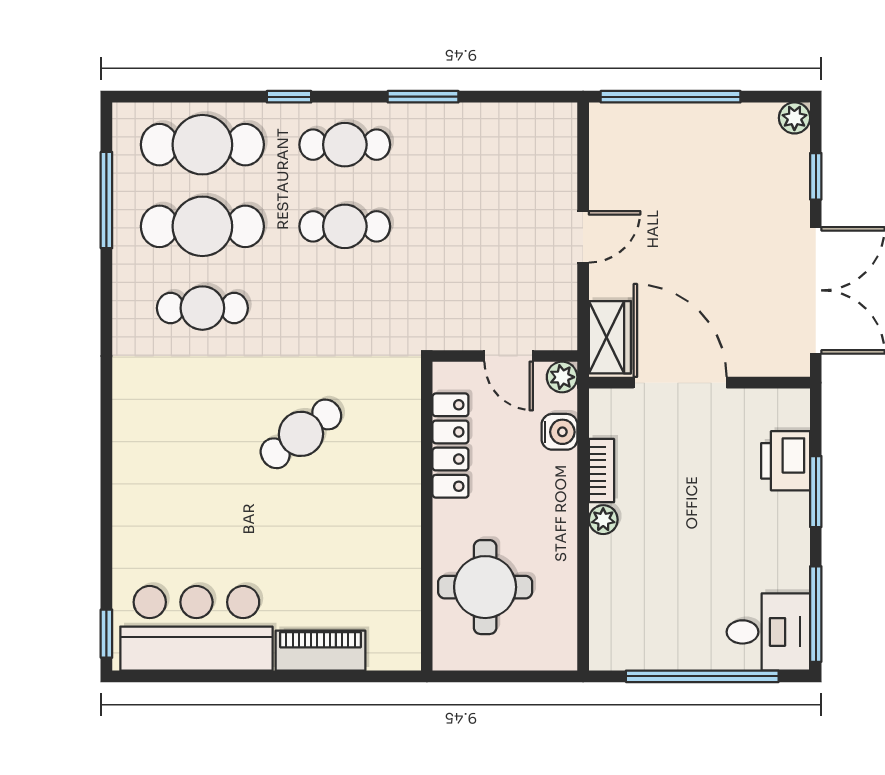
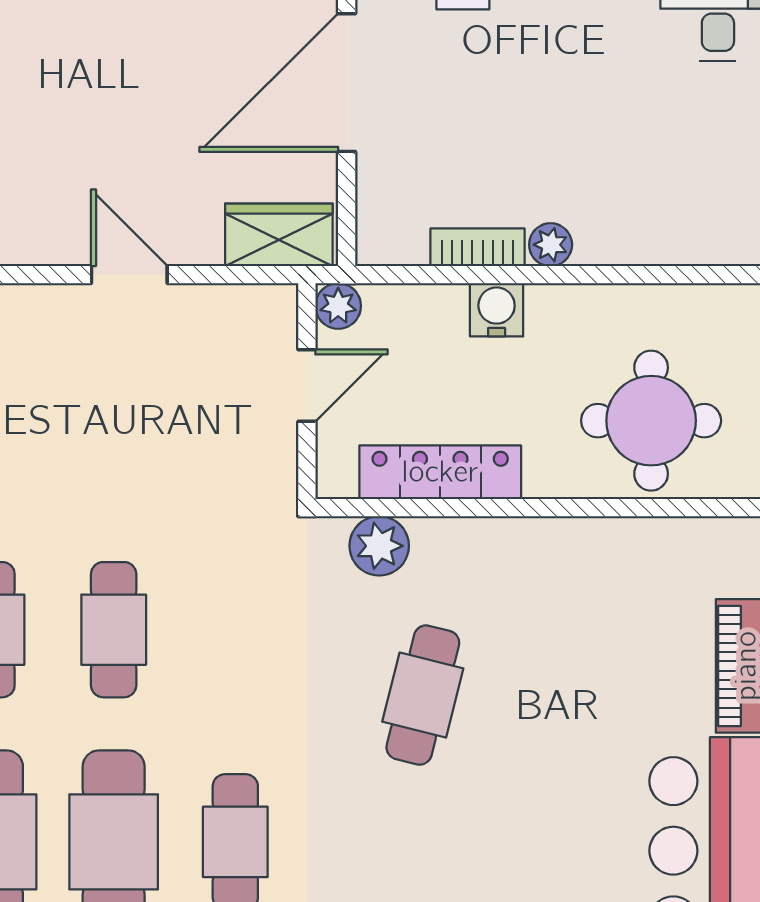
door: (680, 383) -> (347, 83), moved
plant: (401, 405) -> (379, 546), added
water cooler: (560, 432) -> (497, 310), moved
cafe table: (301, 434) -> (423, 695), turned 51

